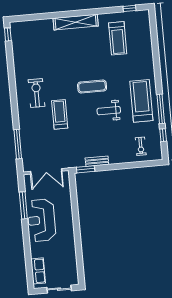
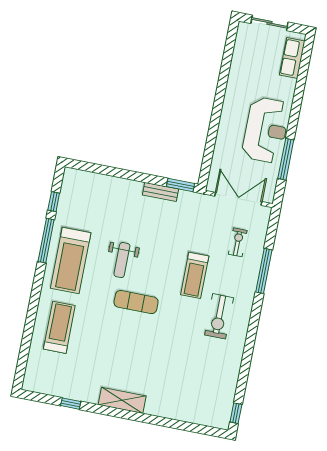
window: (130, 8) -> (71, 404), moved
shelving: (76, 22) -> (122, 400), width x0.68
treadmill: (118, 38) -> (59, 327), moved
weight bench: (109, 111) -> (122, 260), turned 90
window: (18, 144) -> (264, 271), moved
exercise bike: (141, 146) -> (238, 242), moved

